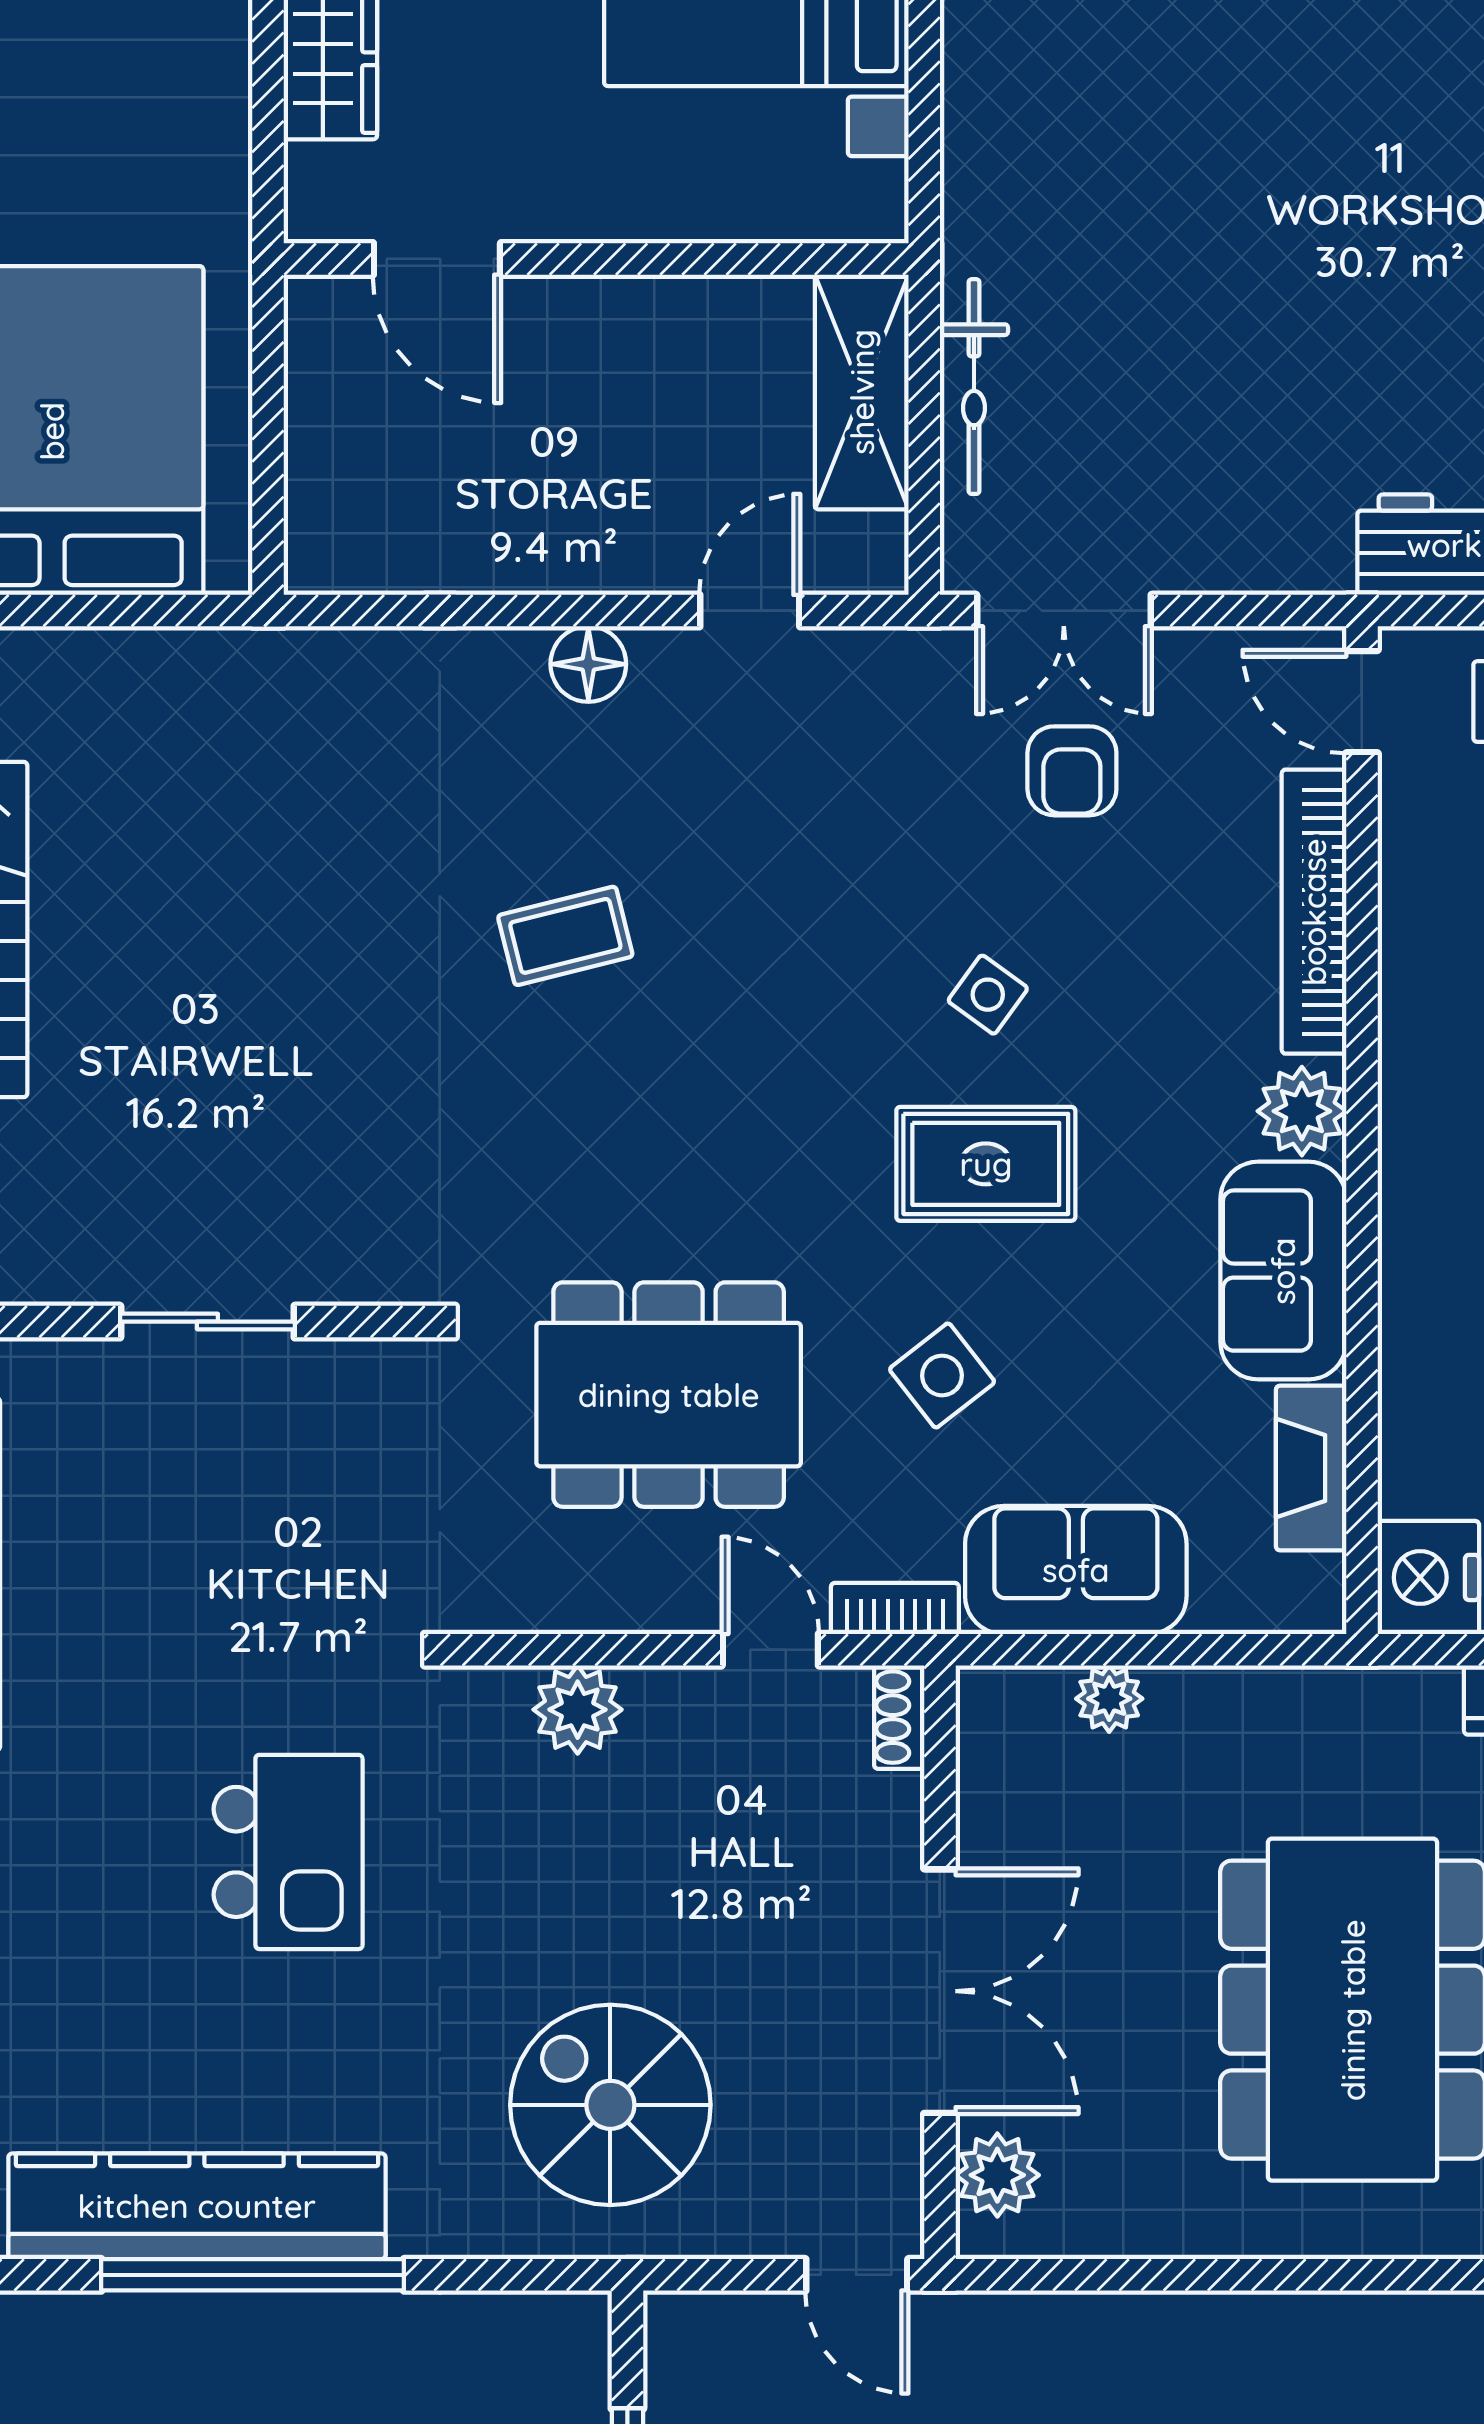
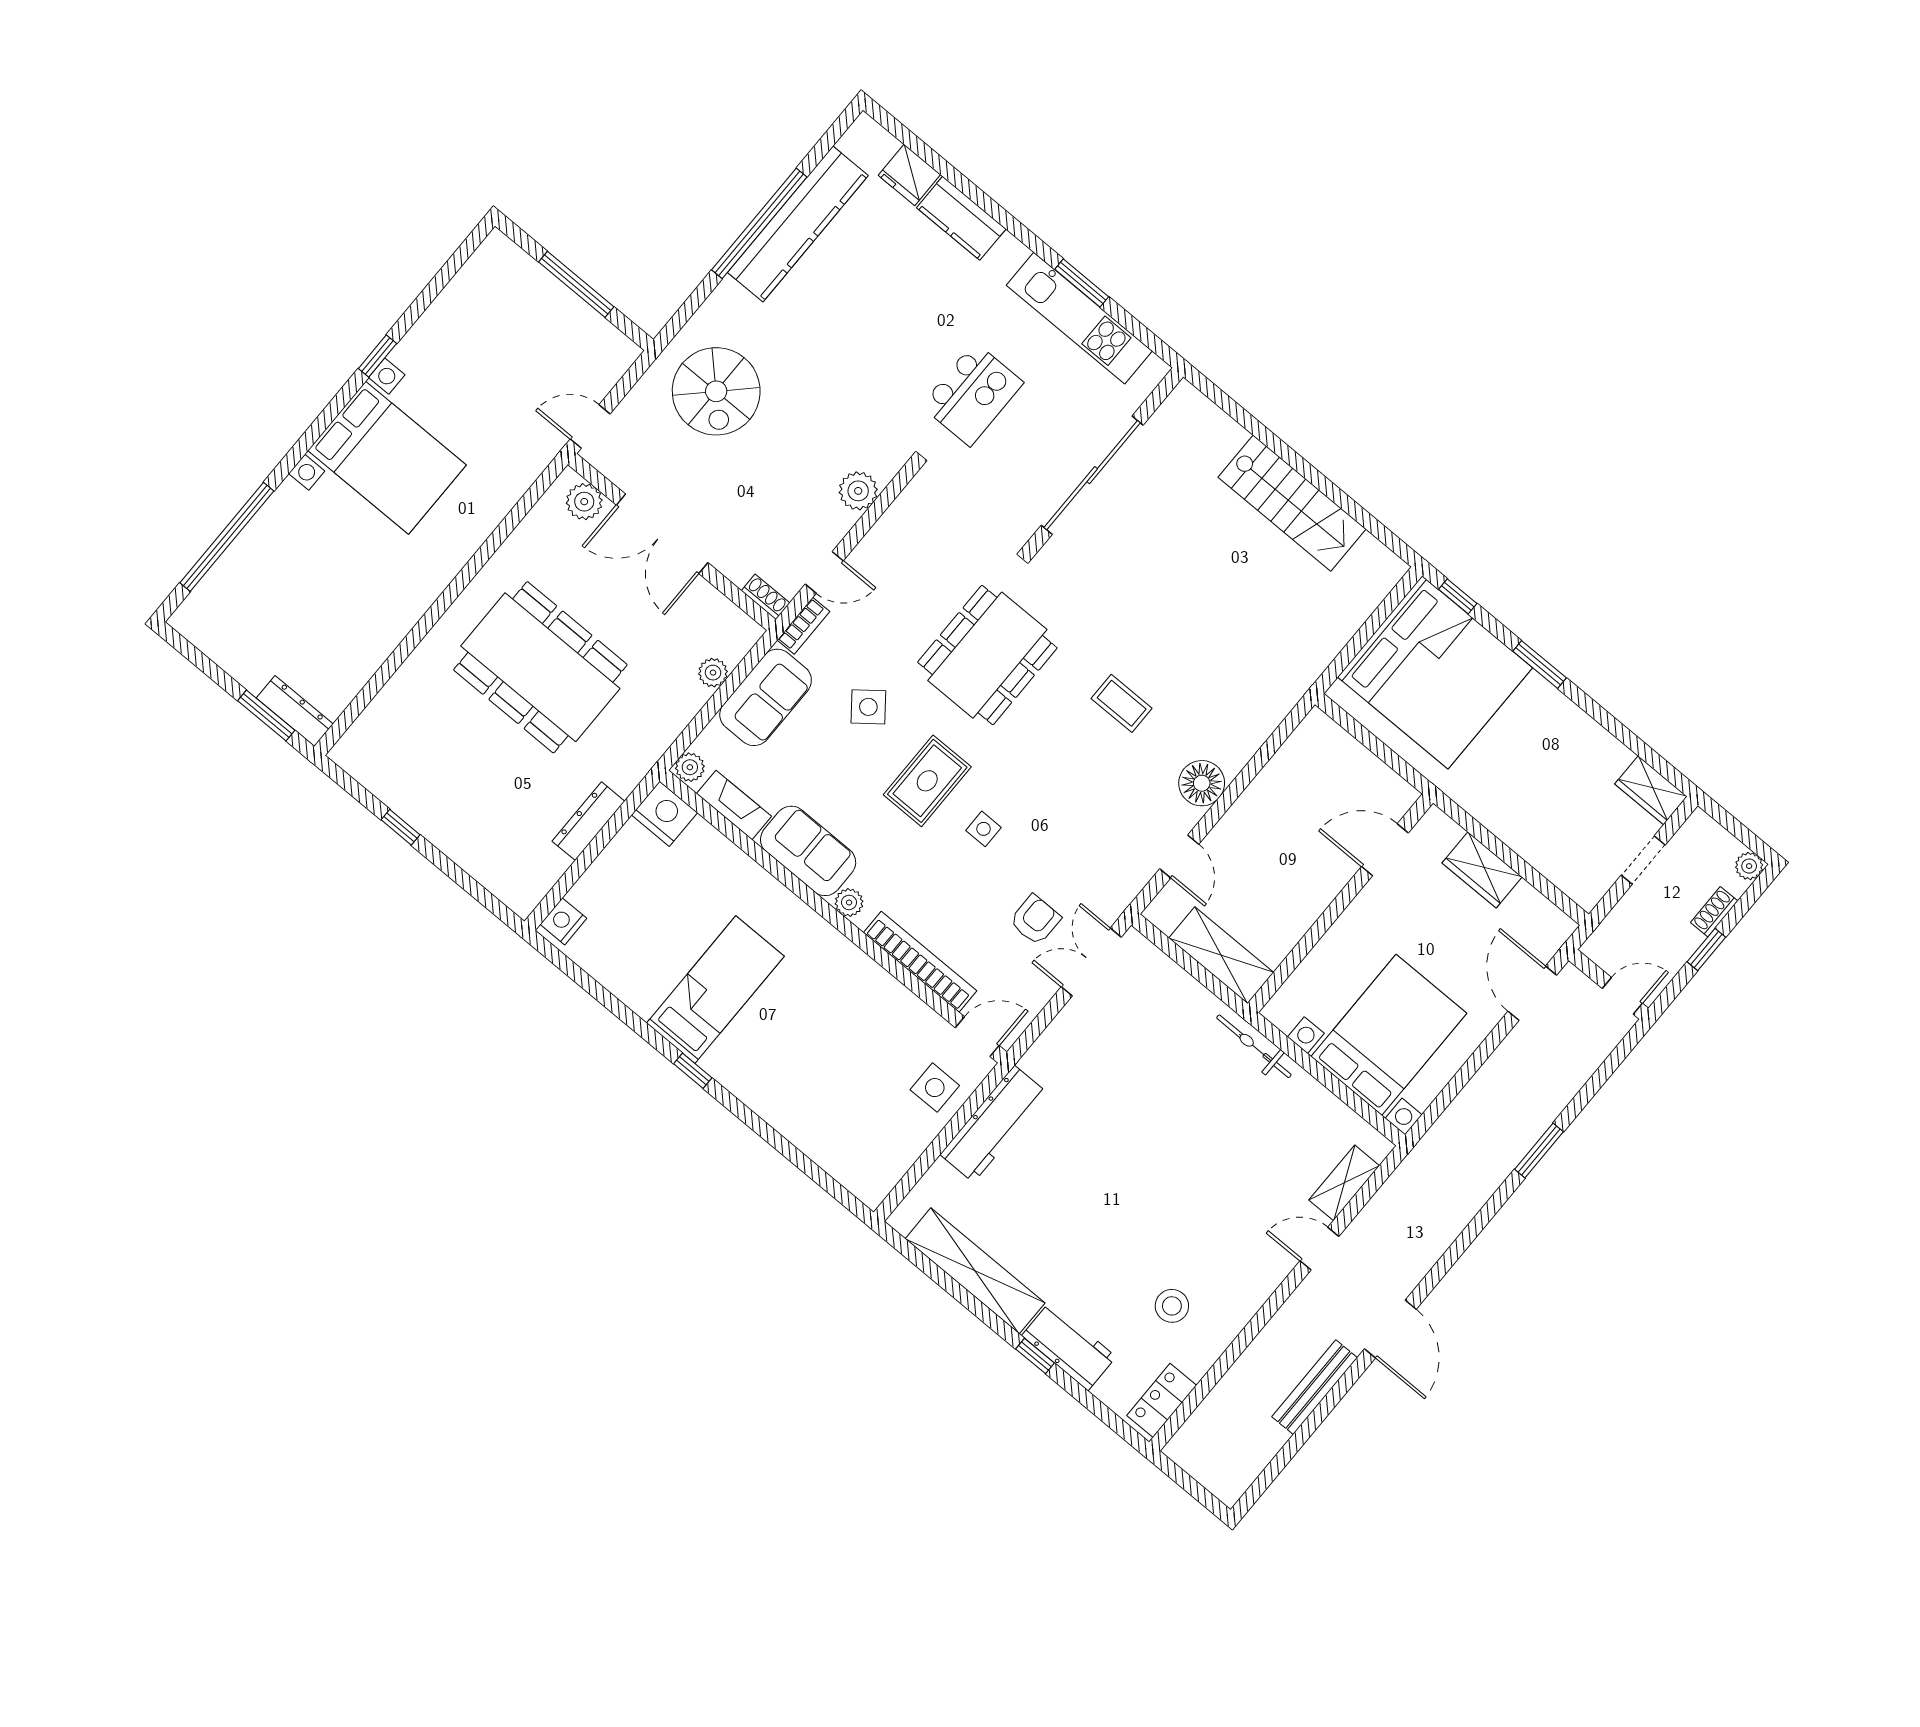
bicycle: (974, 387) -> (1254, 1046), moved
floor lamp: (588, 664) -> (1202, 783), width x1.38, depth x1.38
armchair: (1072, 771) -> (1035, 920), turned 90
coffee table: (565, 936) -> (1122, 703), turned -76
side table: (988, 995) -> (984, 829), turned -36
plant: (1302, 1111) -> (849, 902), width x0.73, depth x0.73
sliding door: (207, 1322) -> (1092, 475), width x1.86
dining table: (669, 1395) -> (987, 655), moved
plant: (1309, 1601) -> (690, 767), added
kitchen island: (288, 1852) -> (972, 394), moved, turned -90
spiral stairs: (610, 2105) -> (716, 391), turned 90

